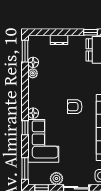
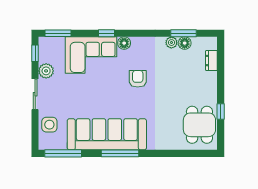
dresser: (59, 40) -> (211, 61), moved
window: (25, 51) -> (184, 33), moved
armchair: (75, 107) -> (138, 79), moved

